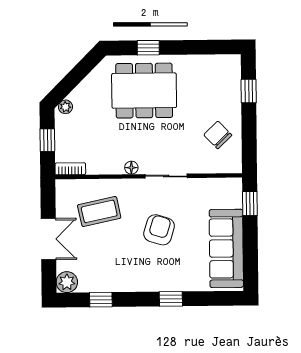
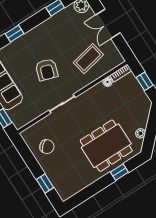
plant: (65, 107) -> (141, 133), moved
floor lamp: (131, 168) -> (107, 82), moved

